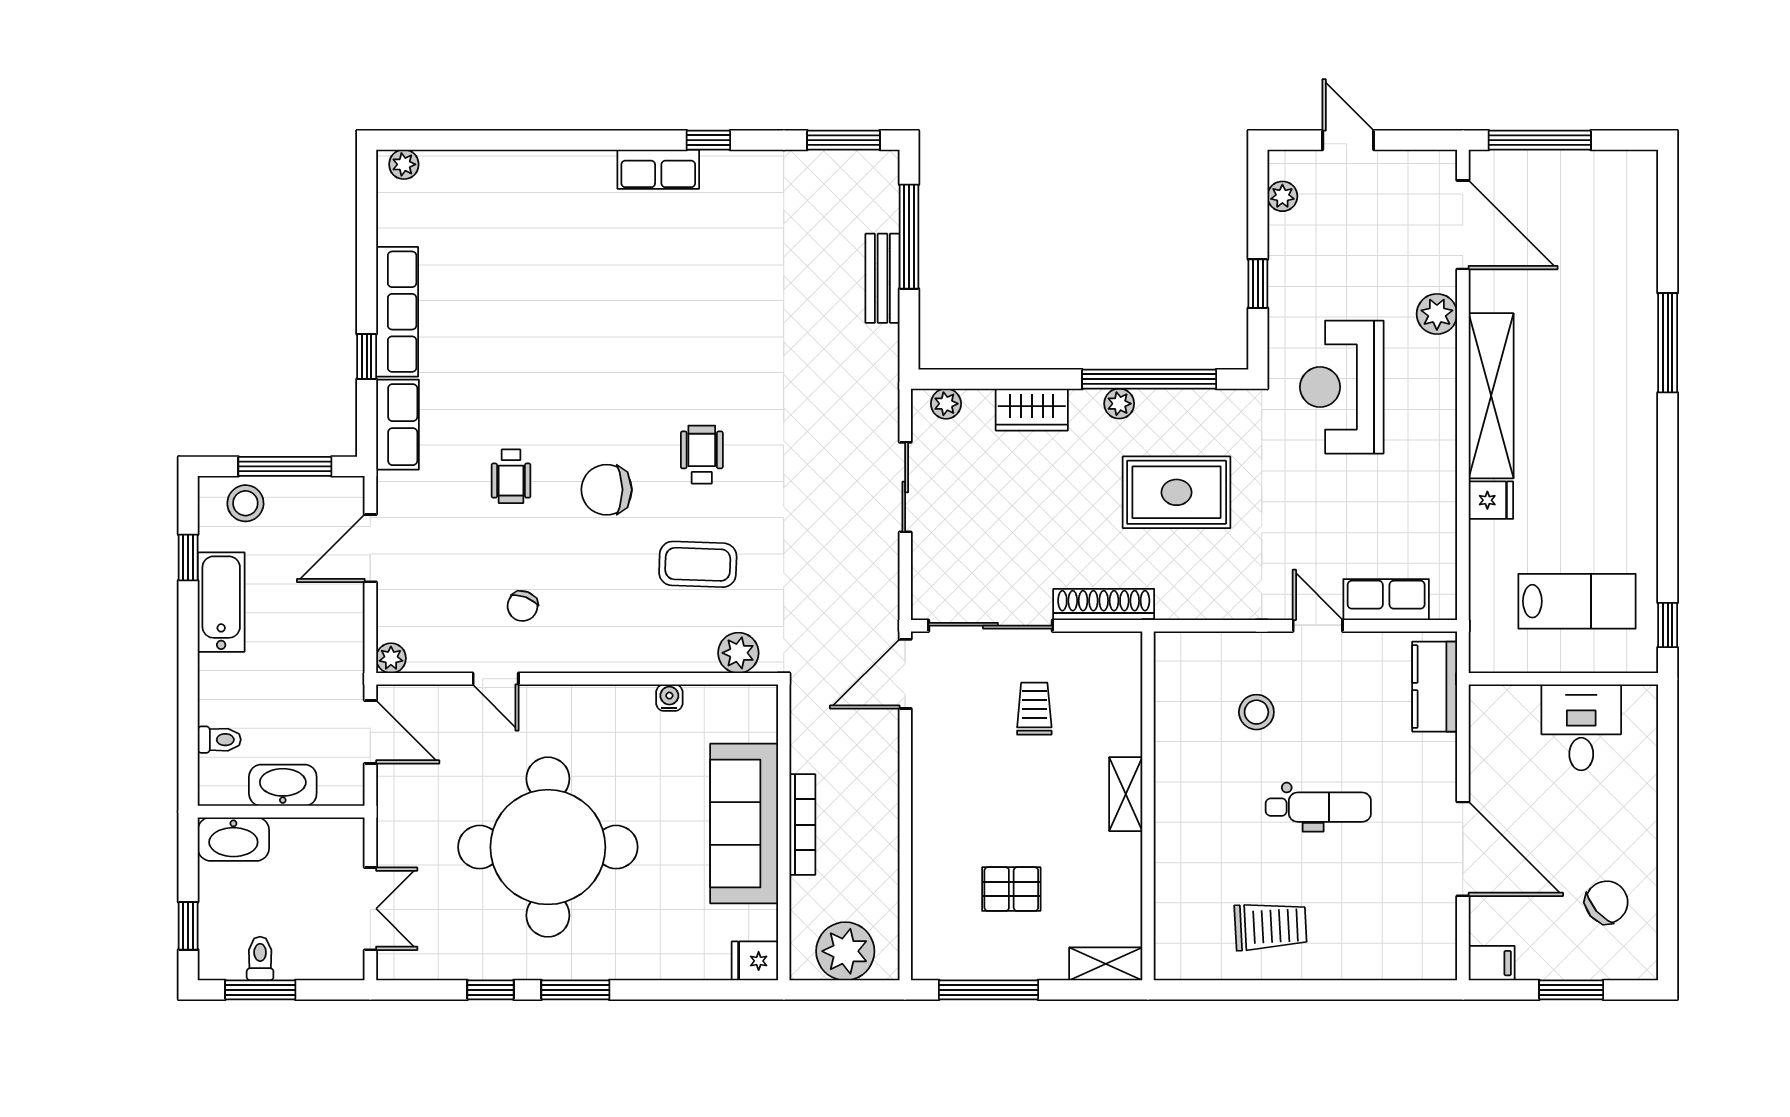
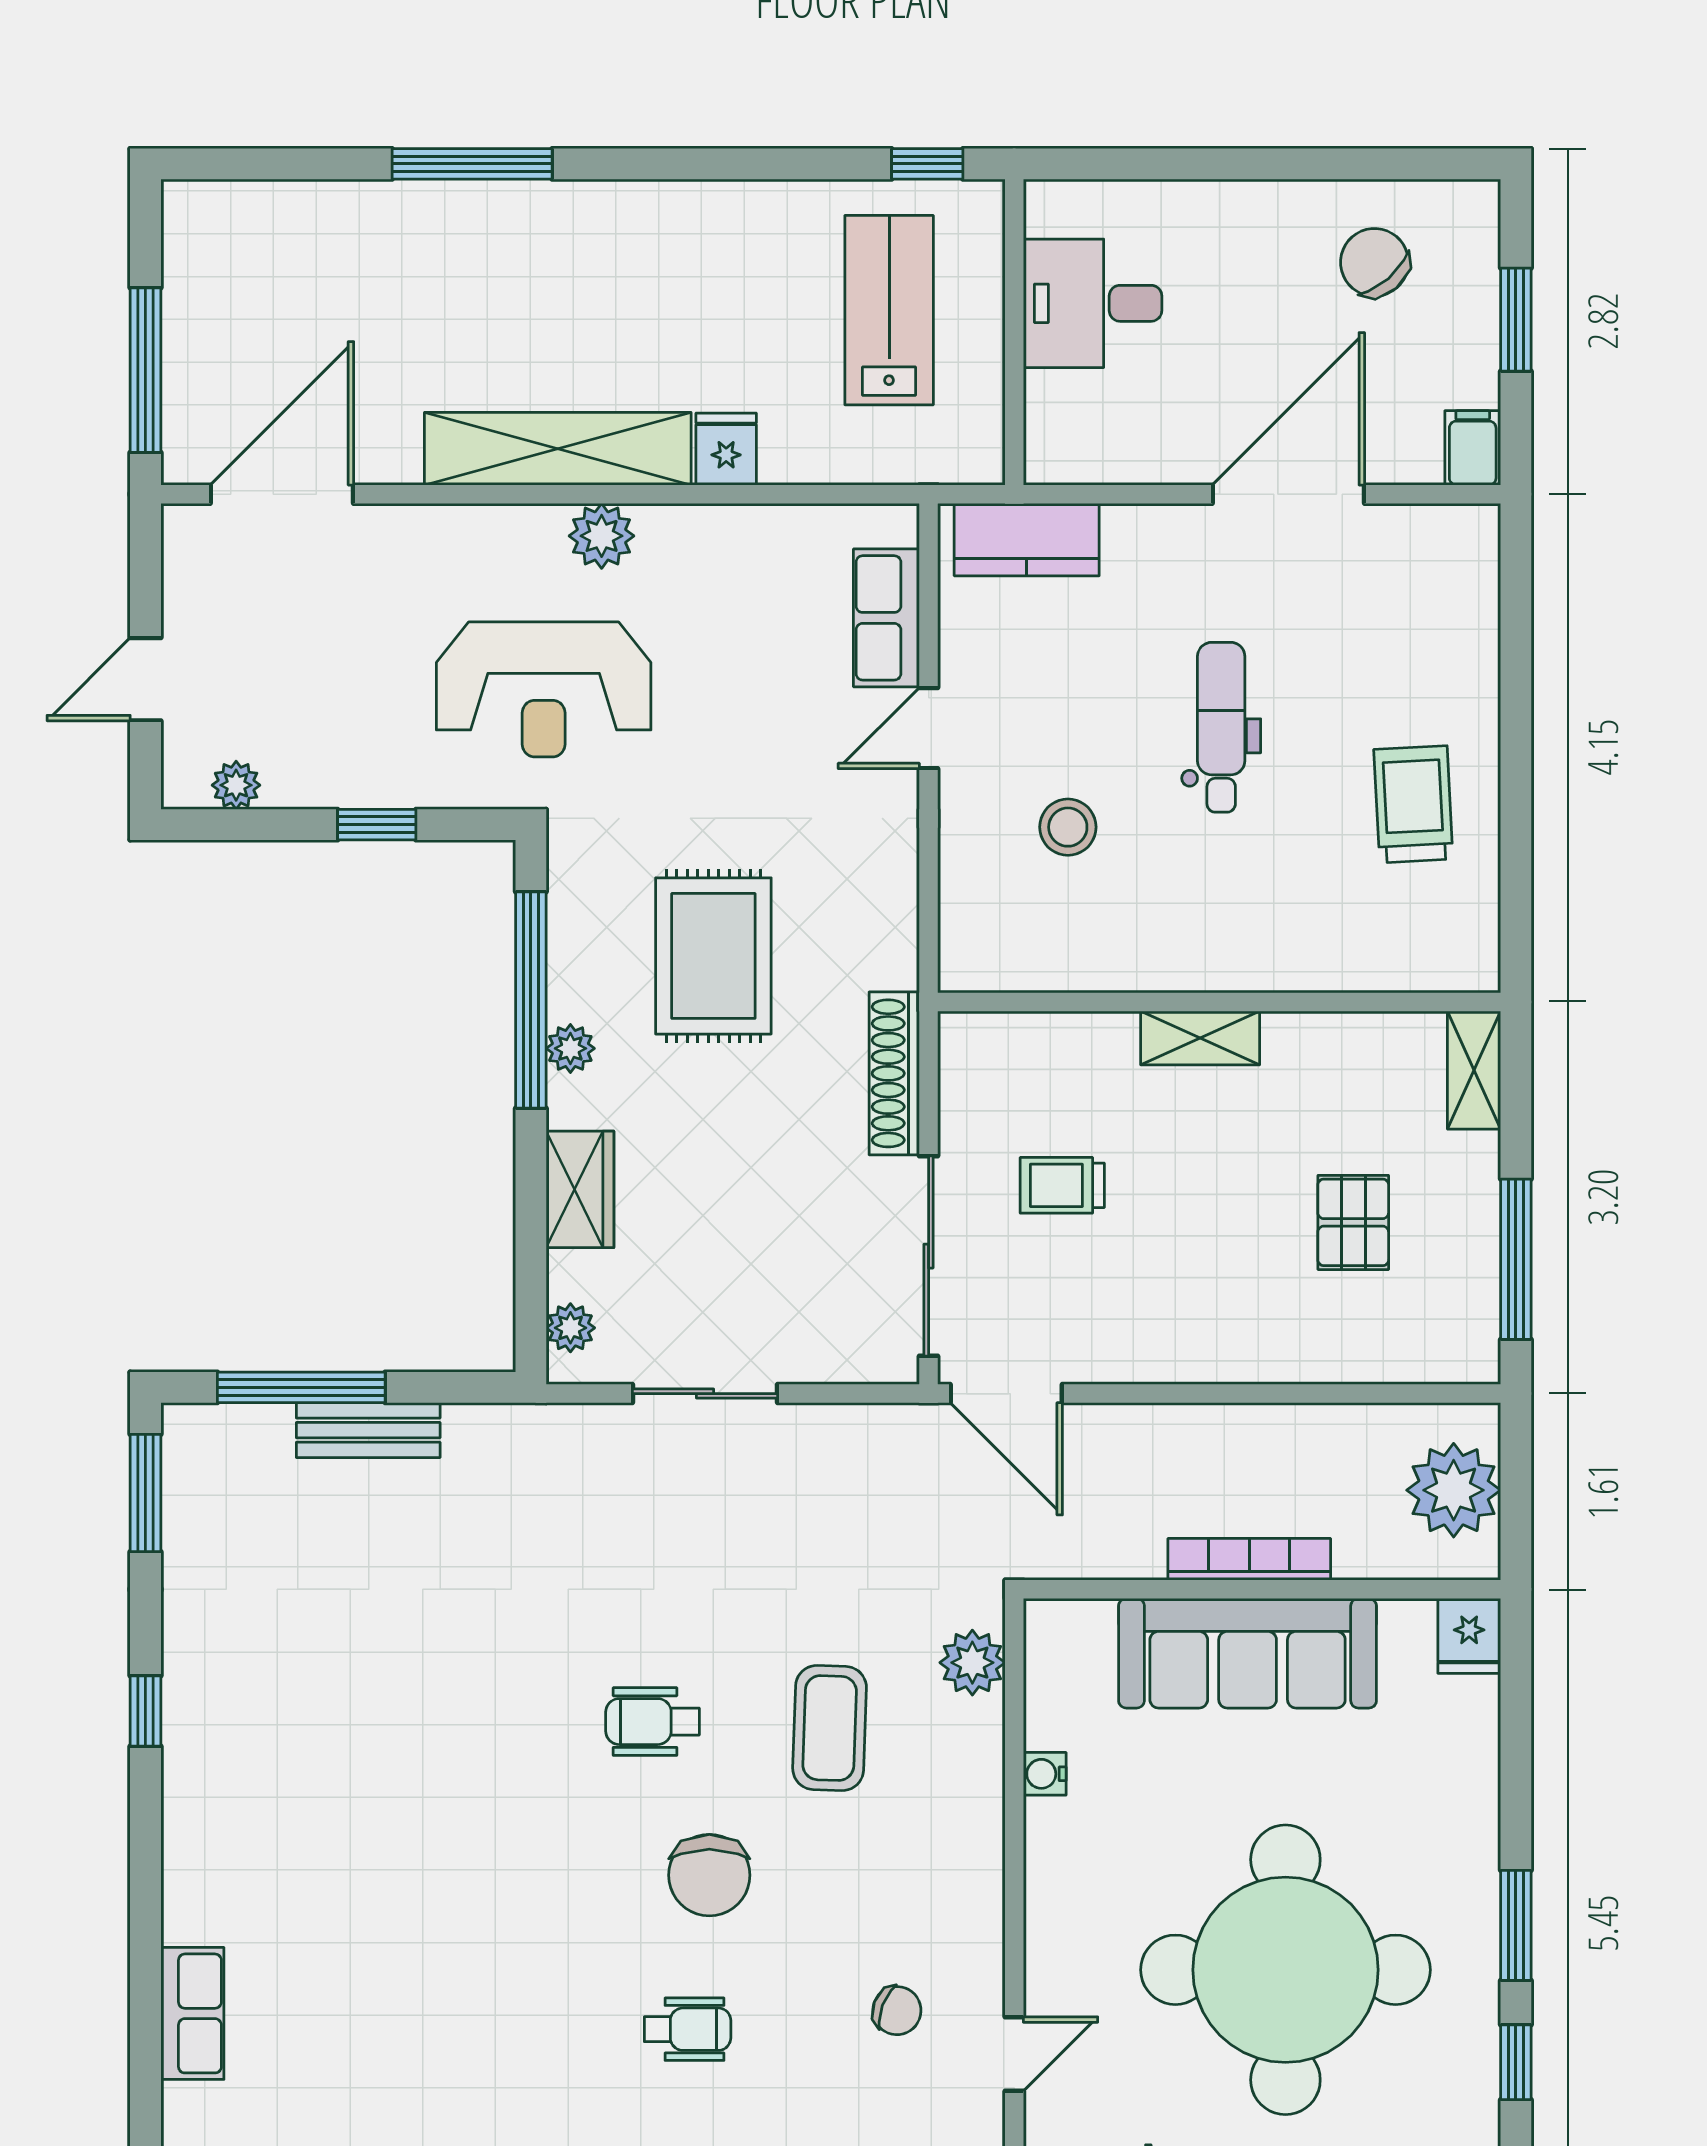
row of seats: (658, 169) -> (192, 2013), moved
plant: (1437, 314) -> (602, 536), moved

